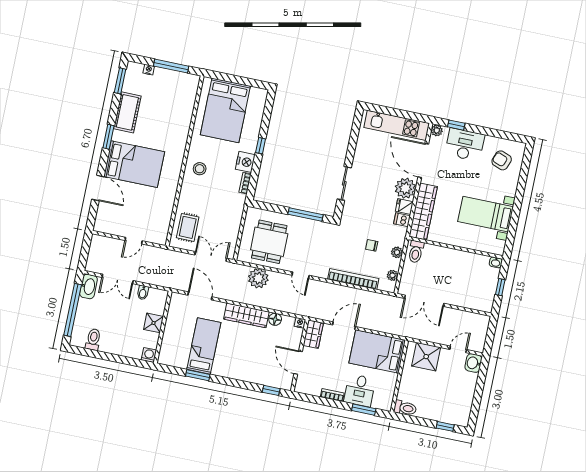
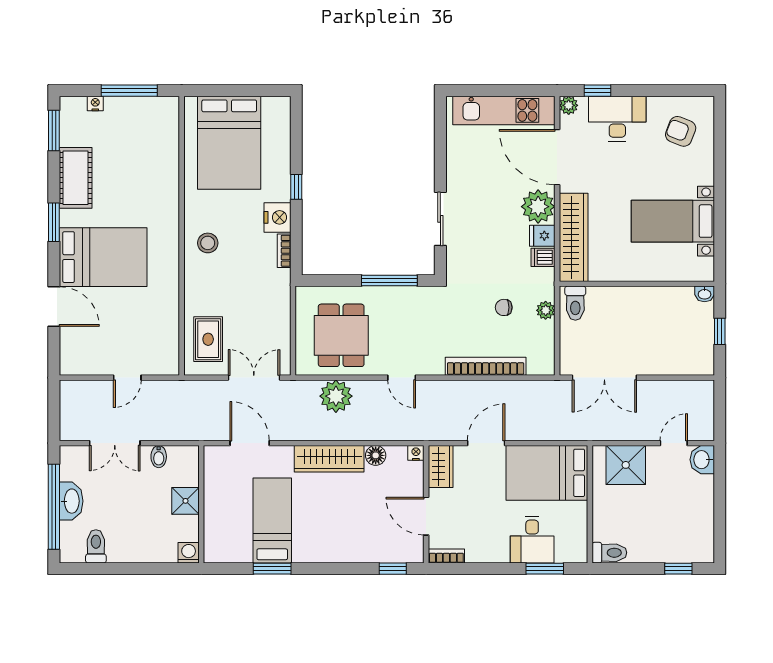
plant: (392, 275) -> (546, 348), removed
washbasin: (88, 286) -> (71, 501), moved
bookcase: (332, 395) -> (446, 556), moved

